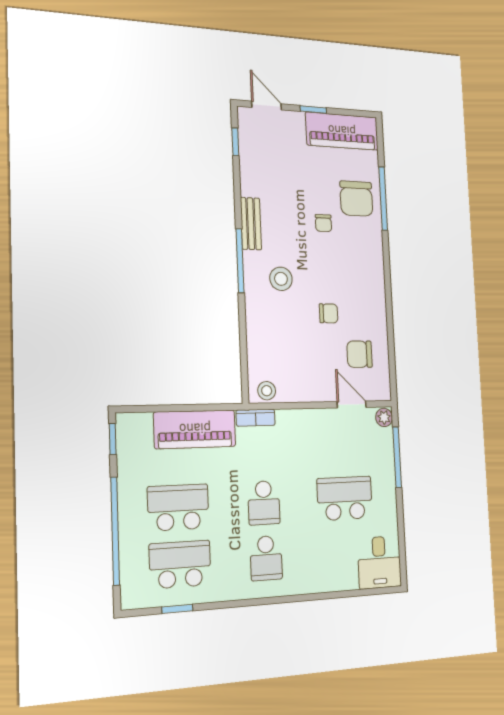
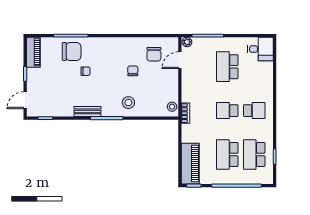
piano: (342, 131) -> (33, 52), width x0.73, depth x0.75
stool: (281, 279) -> (128, 103), moved
piano: (195, 429) -> (190, 164), moved
school desk: (264, 503) -> (227, 111), turned 180

